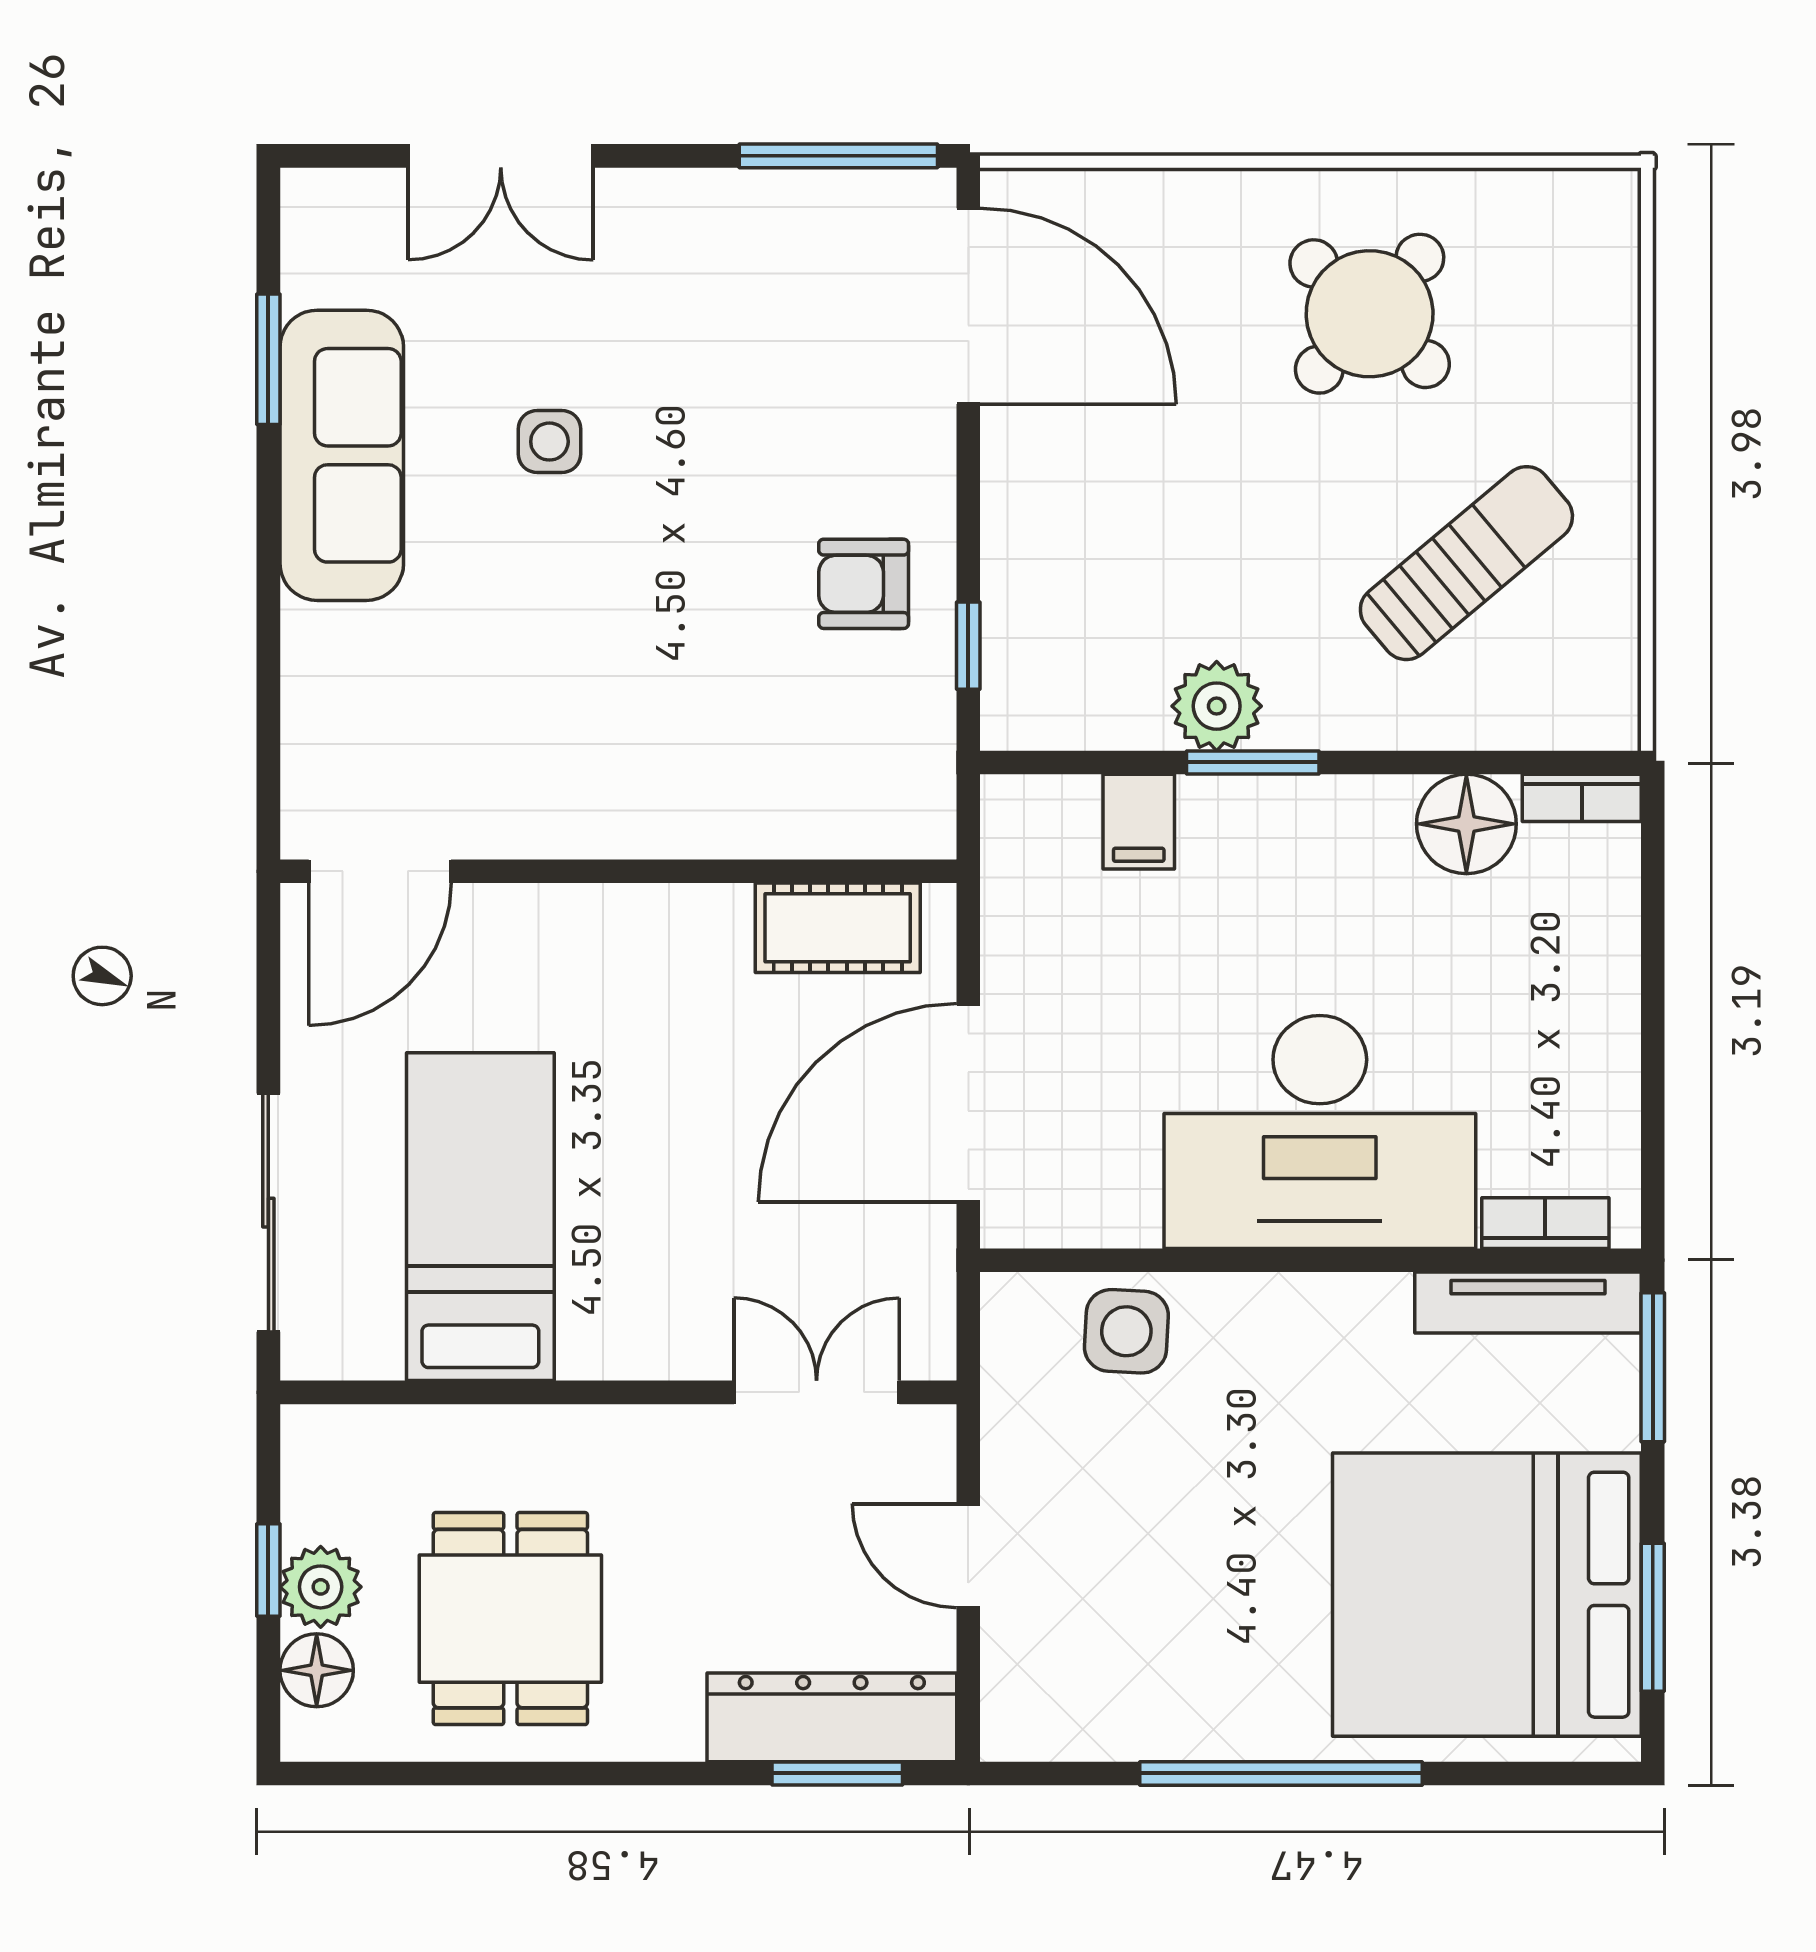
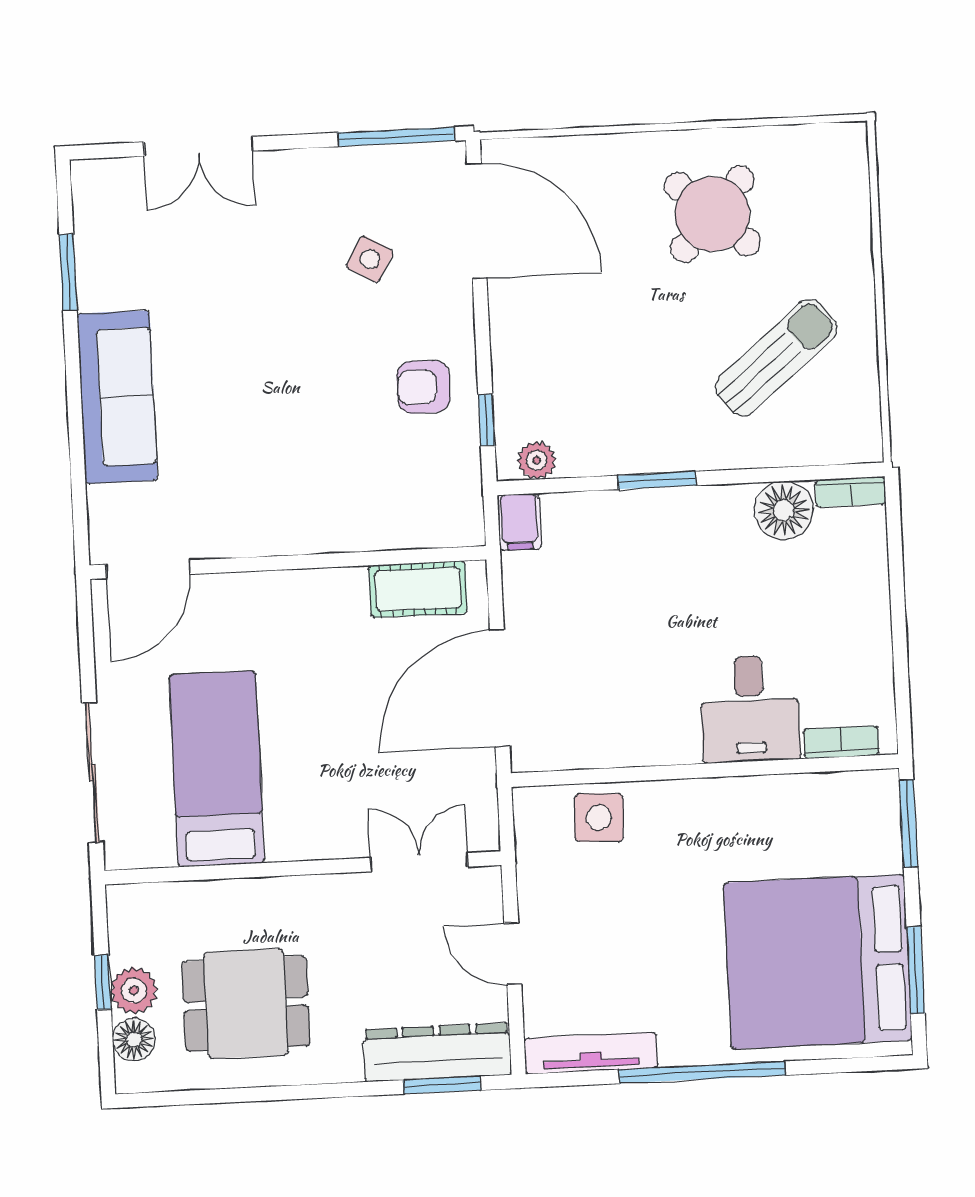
side table: (549, 442) -> (370, 259), moved, turned 30
sofa: (342, 455) -> (117, 397), moved
plant: (1217, 706) -> (537, 460), moved, width x0.73, depth x0.73
filing cabinet: (1139, 822) -> (519, 522), moved
desk: (1320, 1132) -> (750, 709), width x0.53, depth x0.77
tv unit: (1528, 1302) -> (591, 1053), moved, turned 180
dining table: (510, 1619) -> (246, 1004), turned 90

